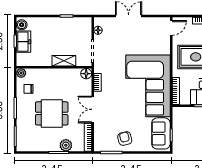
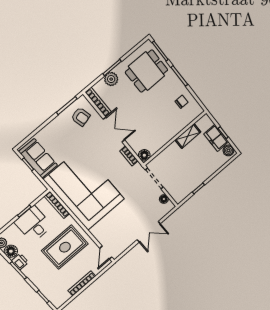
shelving: (64, 61) -> (188, 136), moved
plant: (21, 73) -> (198, 110), removed
dining table: (52, 113) -> (147, 71), moved
armchair: (125, 139) -> (81, 117), moved

